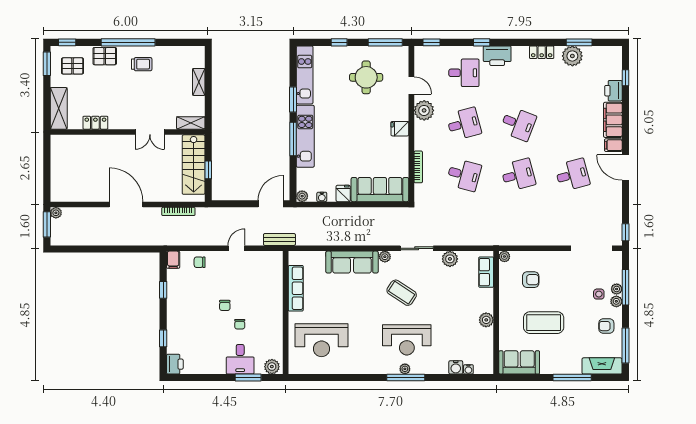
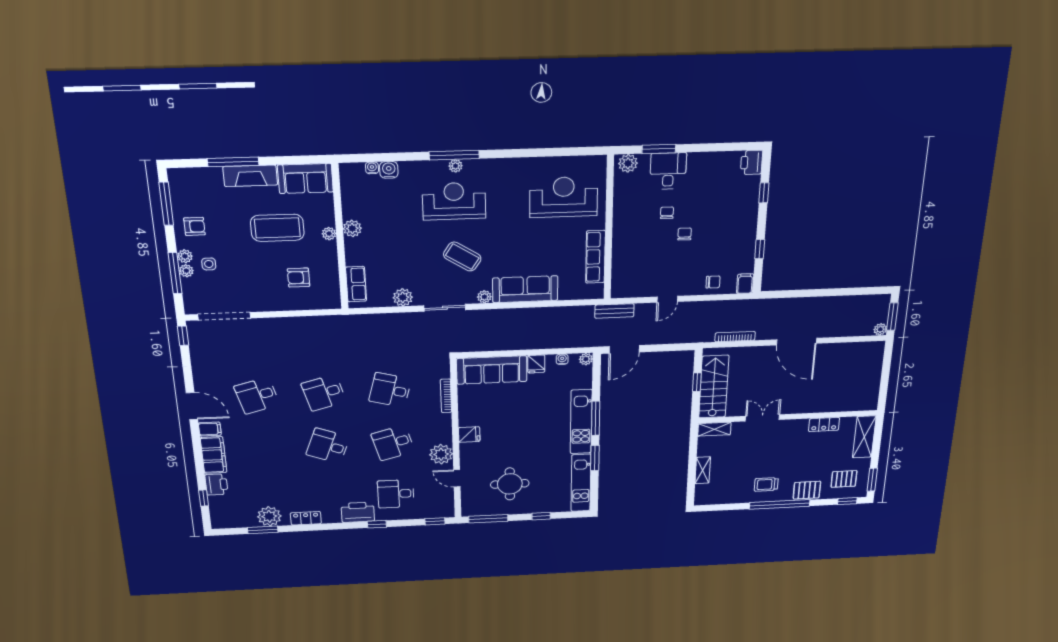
plant: (504, 256) -> (329, 234), moved
fireplace: (602, 366) -> (250, 176), moved

